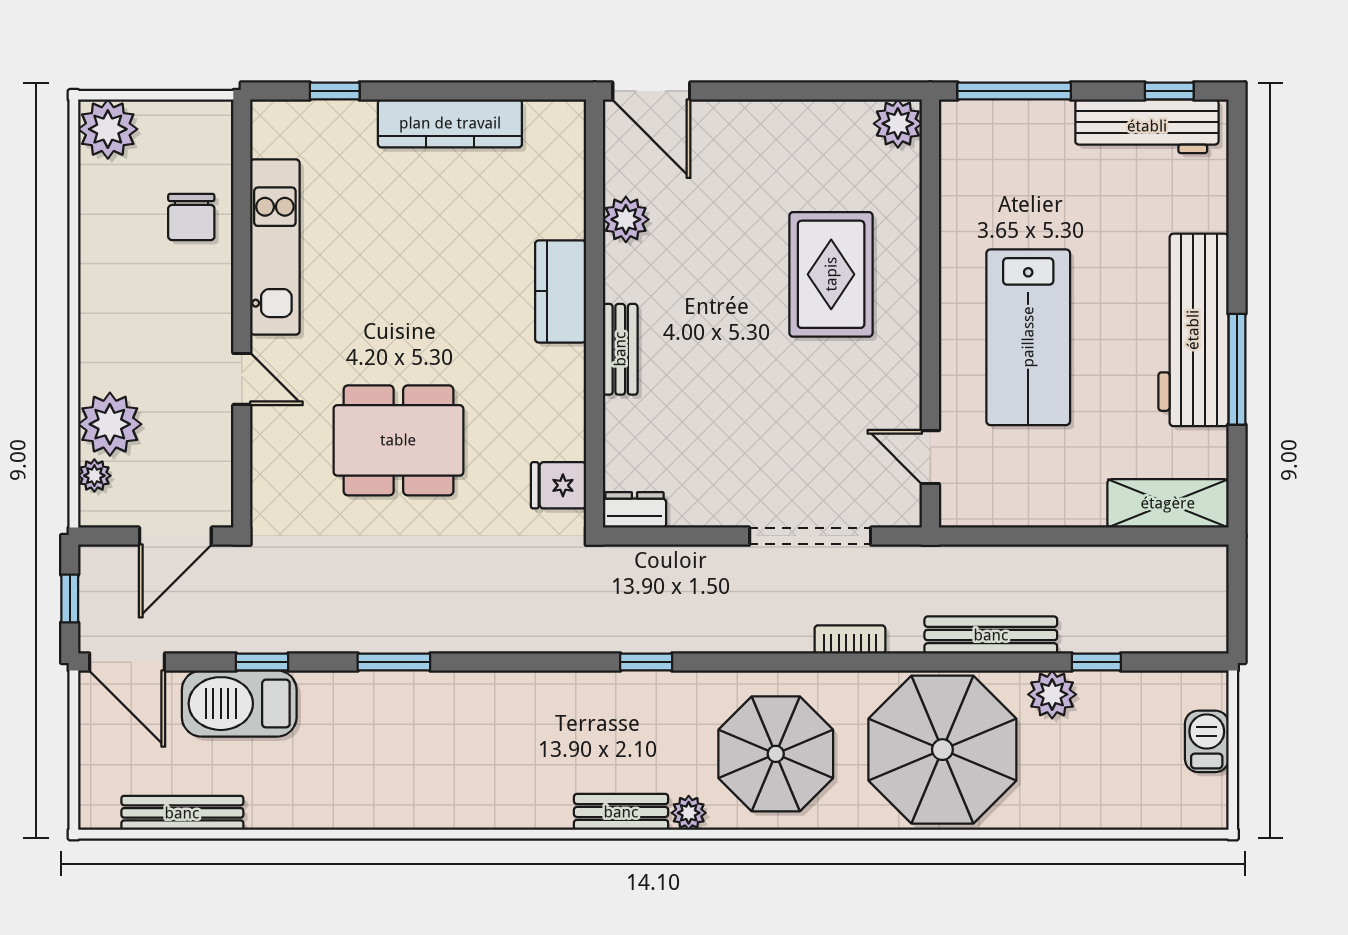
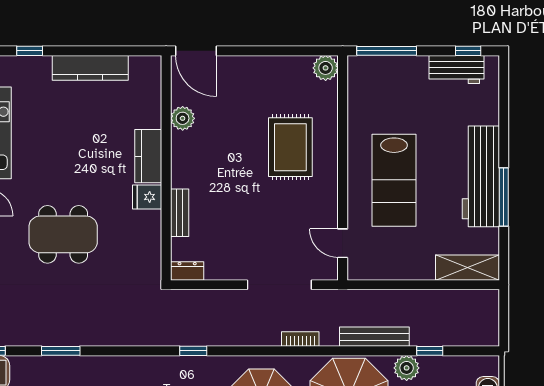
workbench: (1147, 126) -> (456, 69), width x0.73
bench: (620, 349) -> (180, 213), moved
fridge: (559, 485) -> (147, 197), moved

